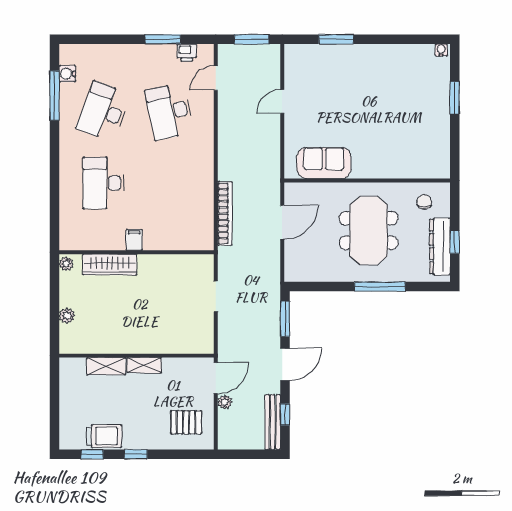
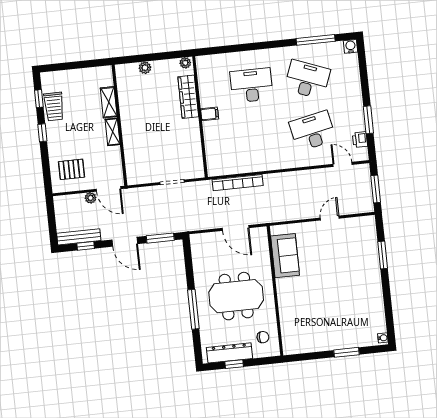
water cooler: (67, 74) -> (351, 46), moved
door: (282, 102) -> (330, 218), hinge flipped
pallet: (186, 422) -> (71, 169), turned 90

